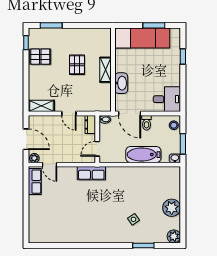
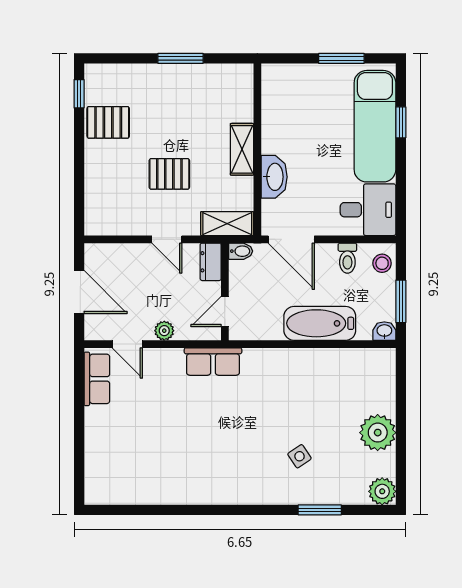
window: (51, 25) -> (181, 58), moved
exam couch: (142, 38) -> (375, 126), moved, turned 90
pallet: (77, 65) -> (169, 174), moved, turned 90
shelving: (41, 106) -> (227, 224), moved
toilet: (147, 123) -> (347, 258), moved
plant: (34, 158) -> (164, 331), moved

